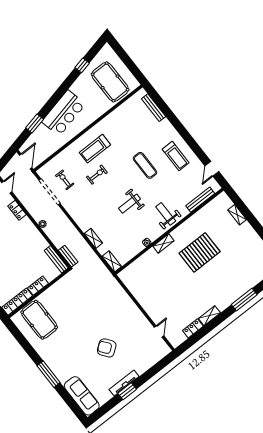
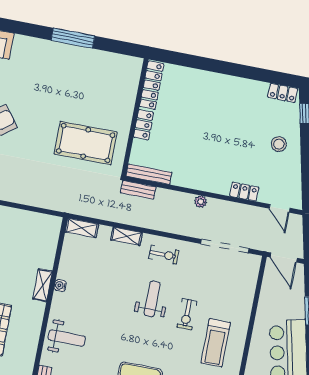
treadmill: (95, 149) -> (216, 343), turned 180
exercise bike: (65, 180) -> (164, 255), moved
weight bench: (130, 204) -> (152, 299), moved
shelving: (163, 243) -> (43, 285), moved
pool table: (39, 320) -> (86, 143), moved
window: (49, 374) -> (73, 38), moved

